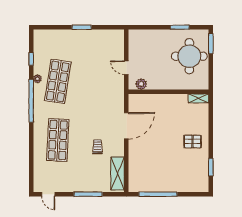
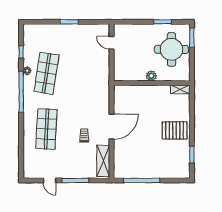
door: (126, 68) -> (112, 43), moved
plant: (141, 84) -> (151, 76), moved
door: (126, 126) -> (112, 127), moved
pallet: (193, 141) -> (175, 130), width x1.50, depth x1.42
door: (48, 194) -> (50, 180), moved

